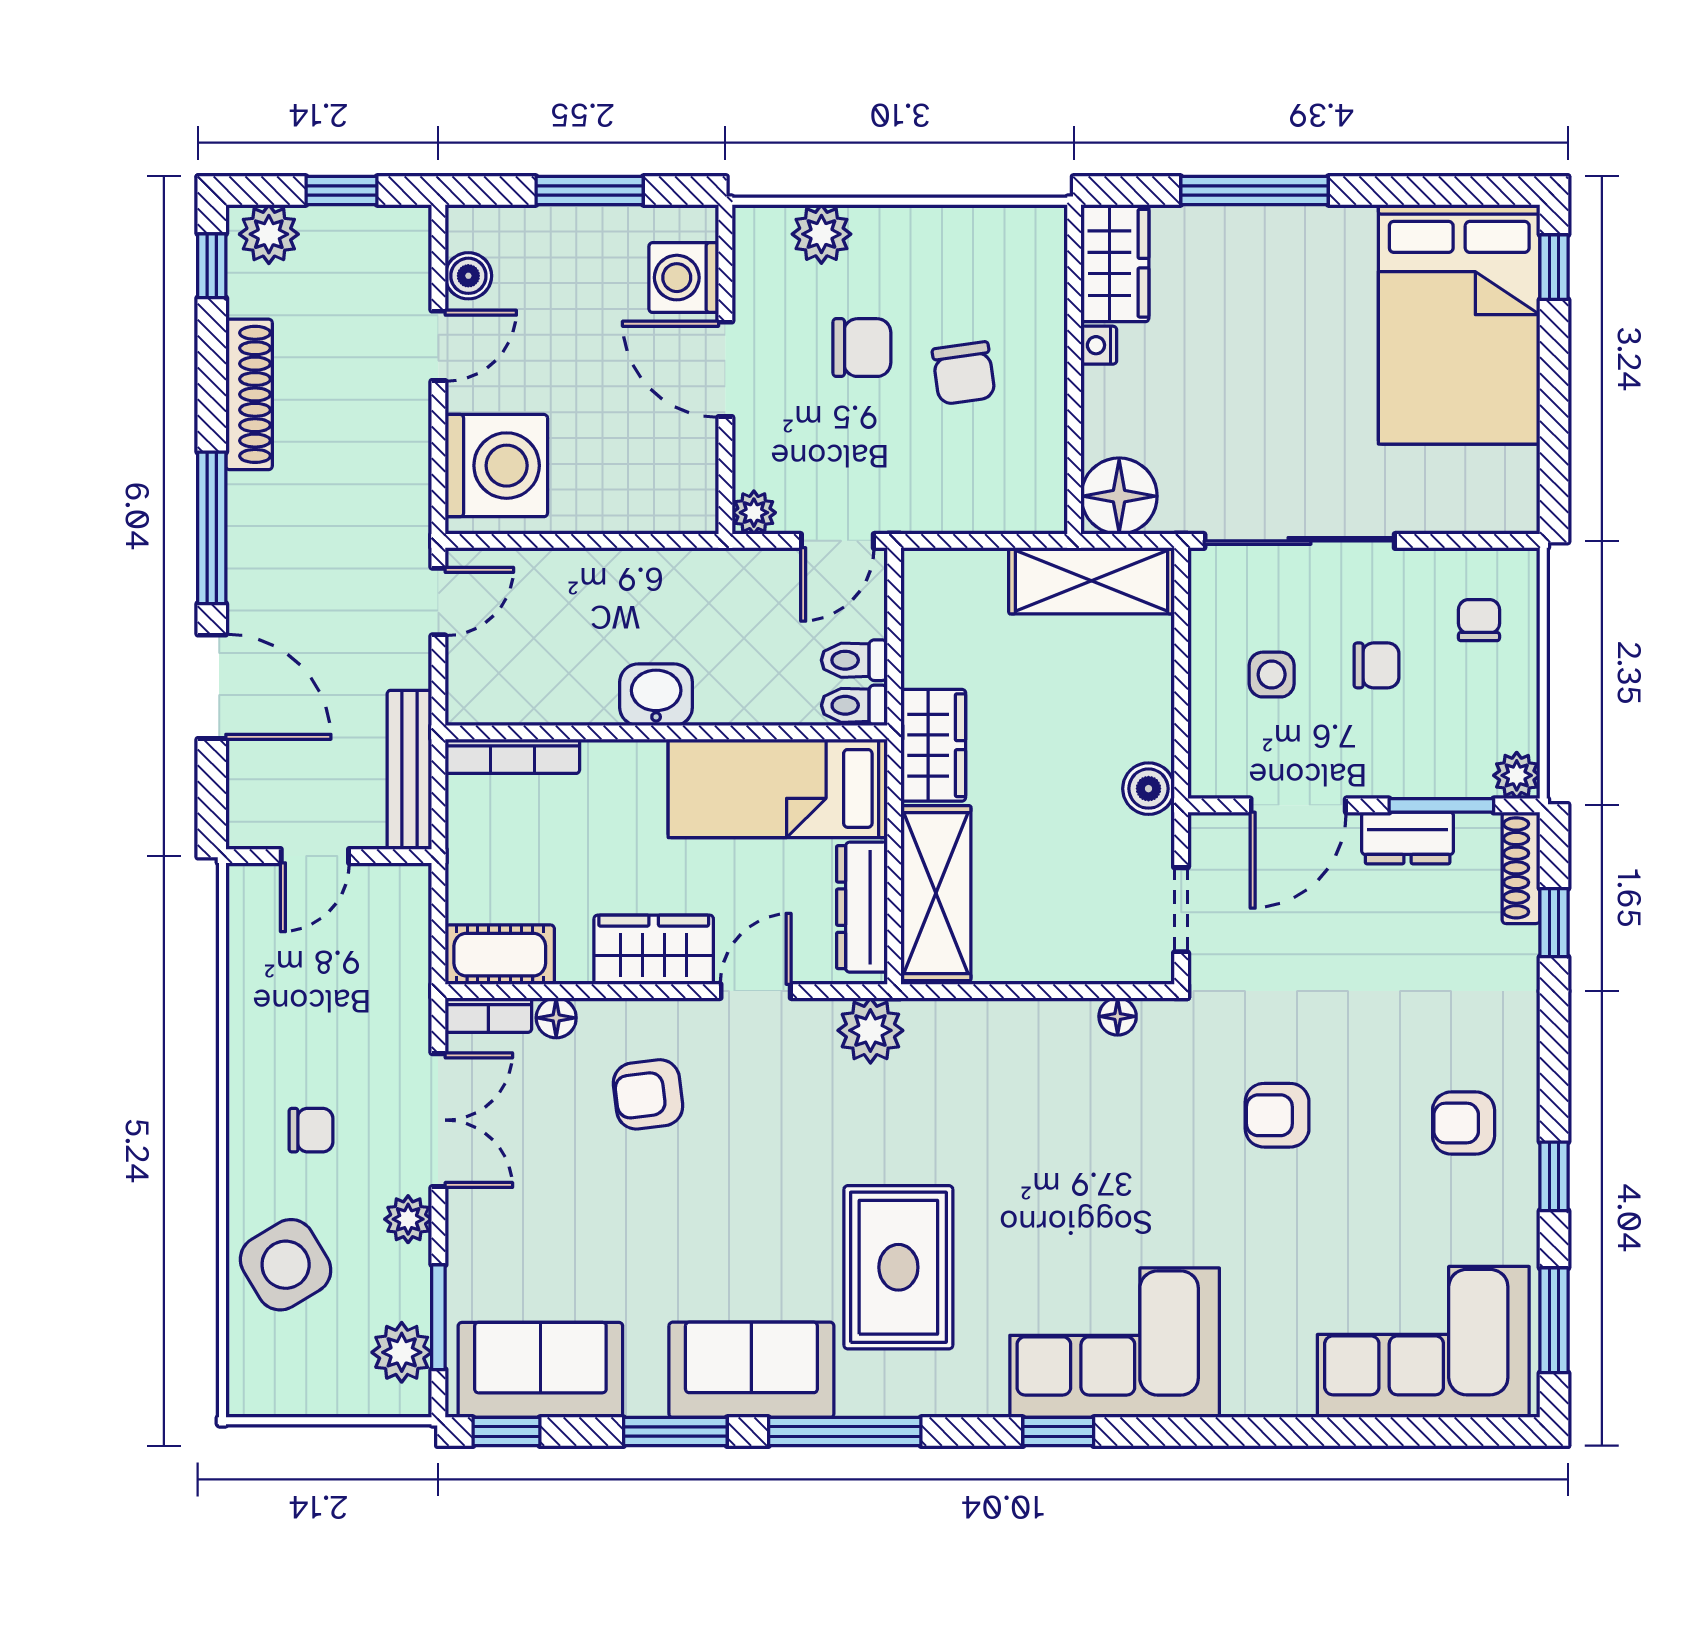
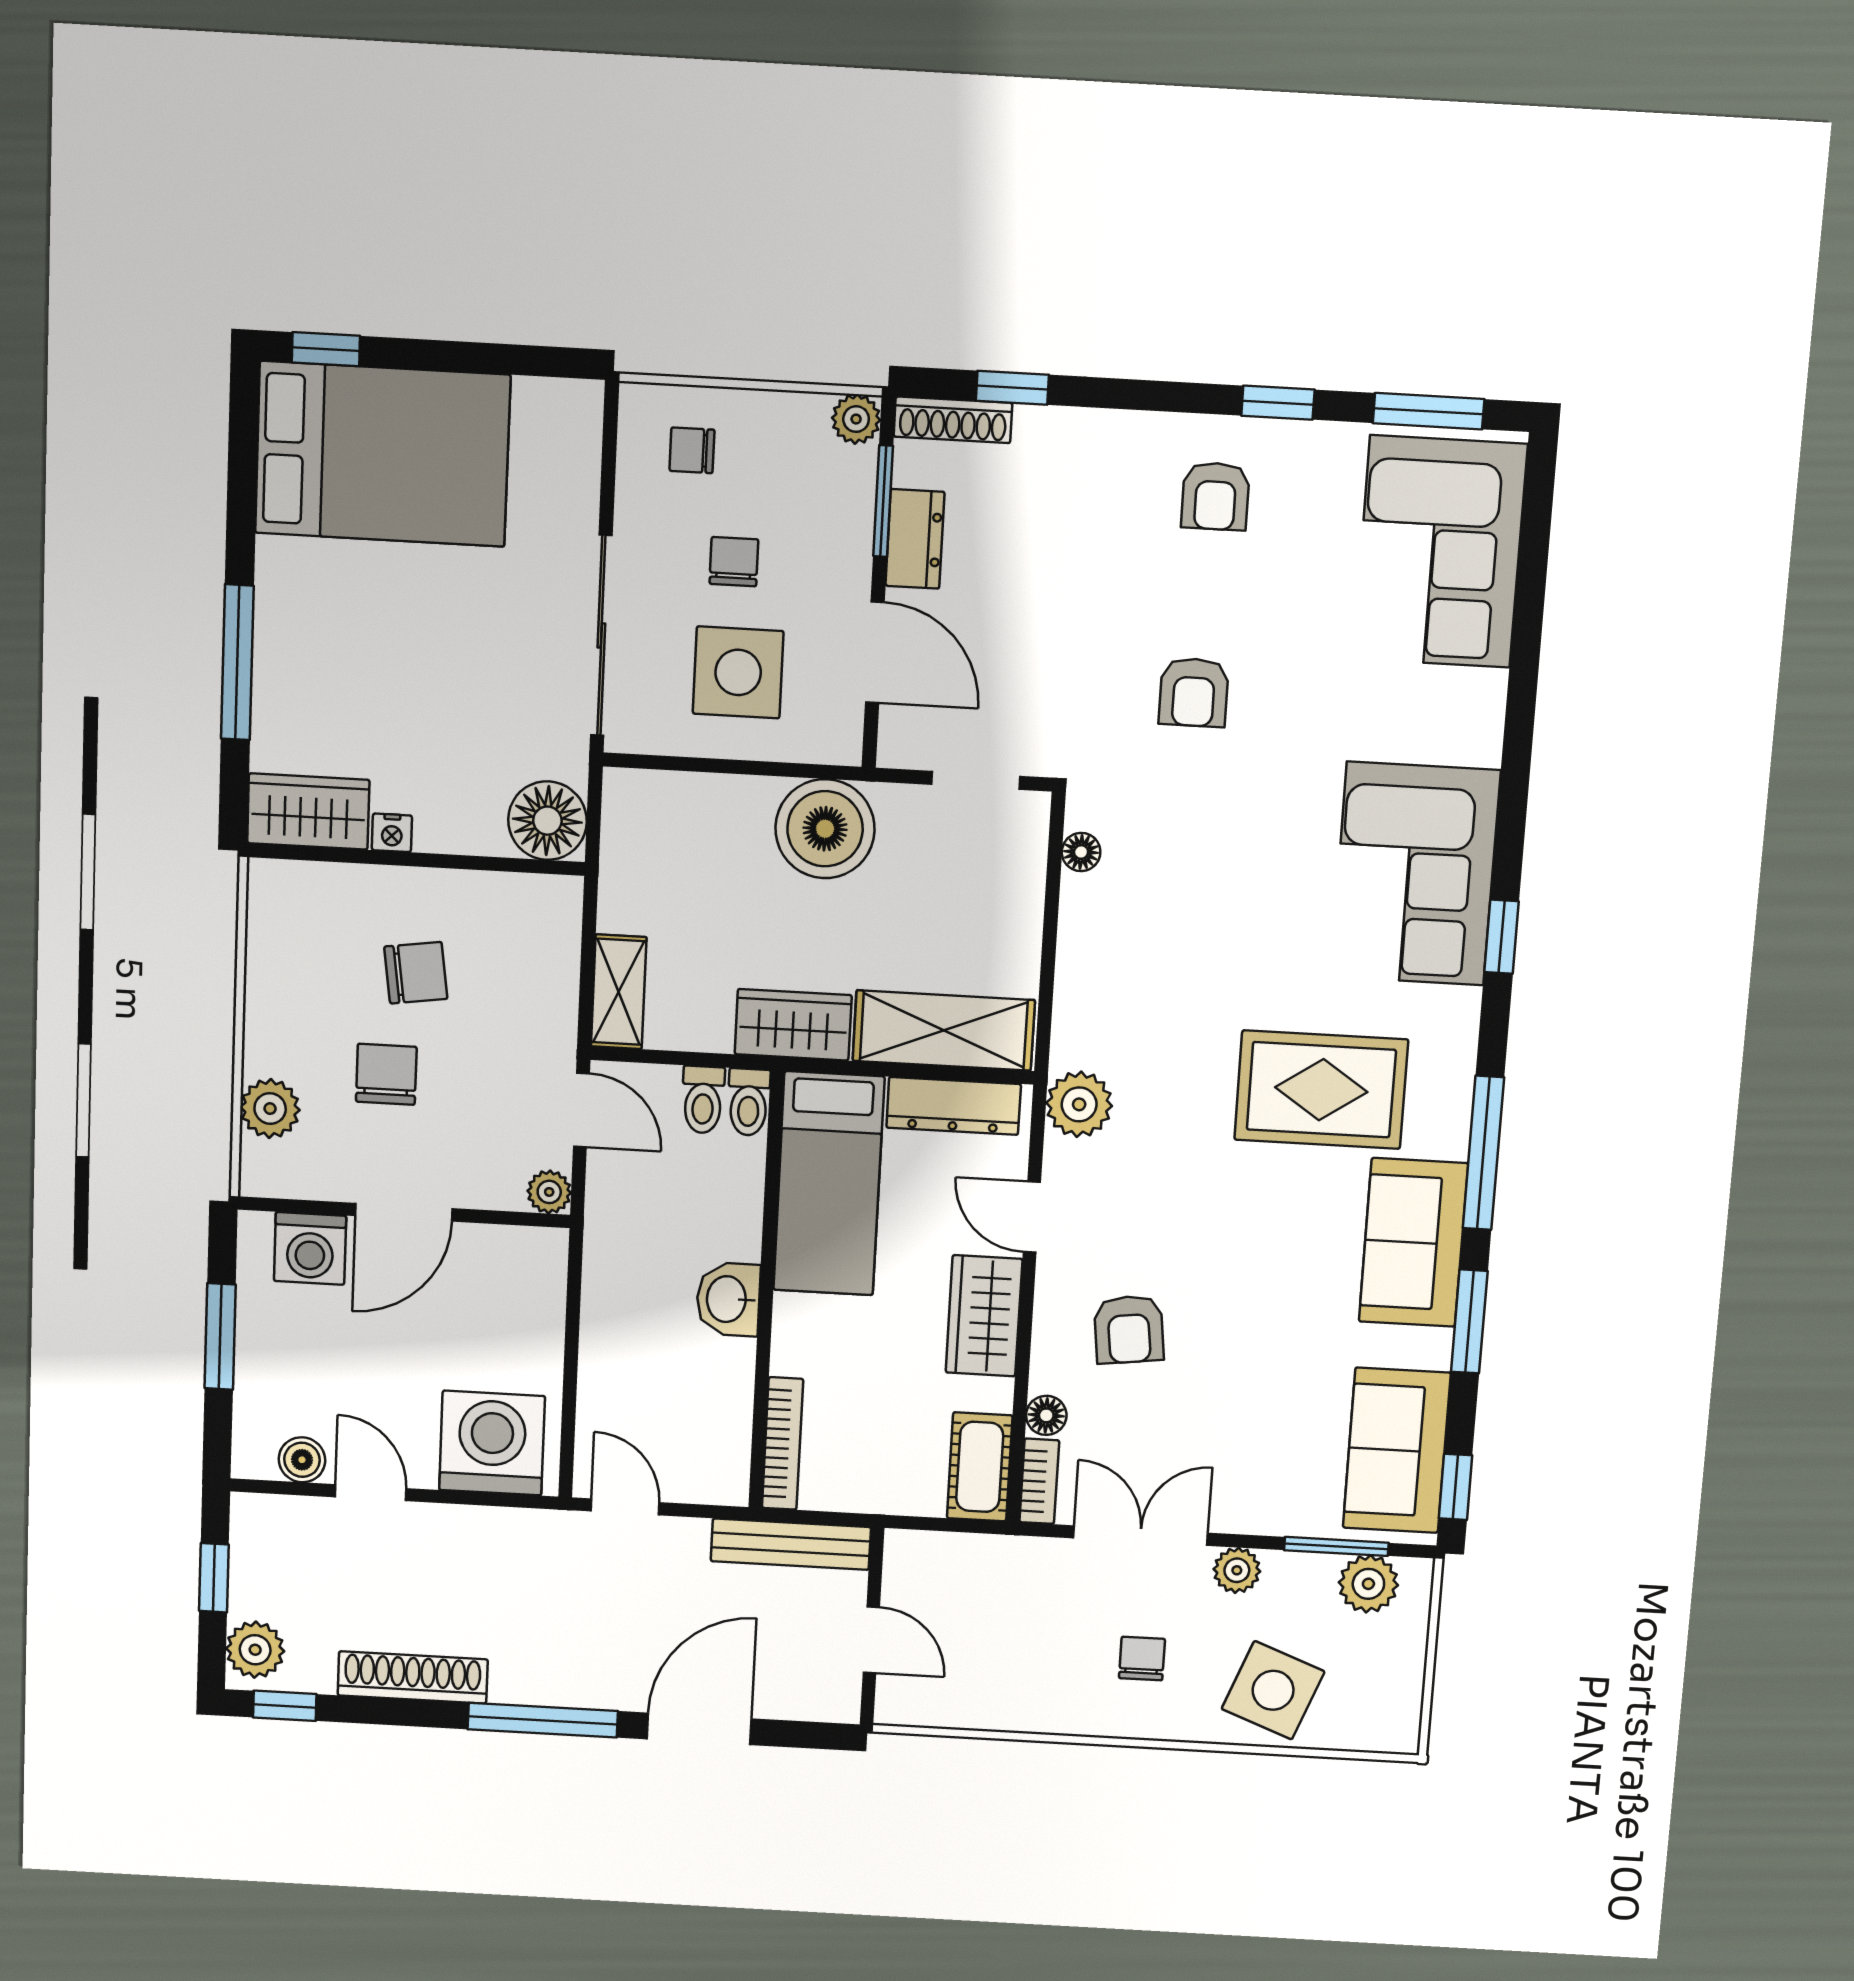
shelving: (1092, 581) -> (619, 992), moved, width x0.67, depth x0.75
side table: (1272, 675) -> (738, 672), width x1.87, depth x1.87
boiler: (1149, 789) -> (825, 829), width x1.86, depth x1.86
side table: (286, 1265) -> (1273, 1690), turned -38

